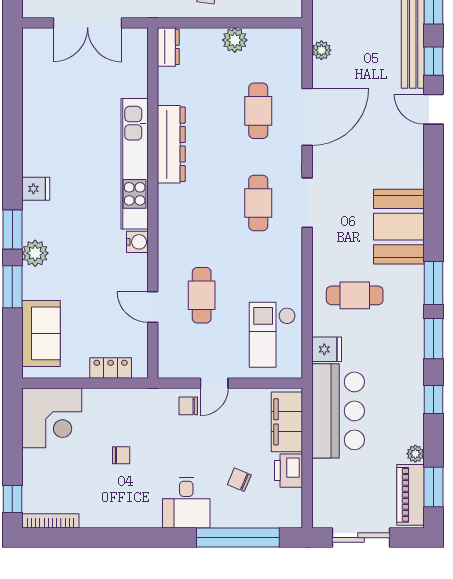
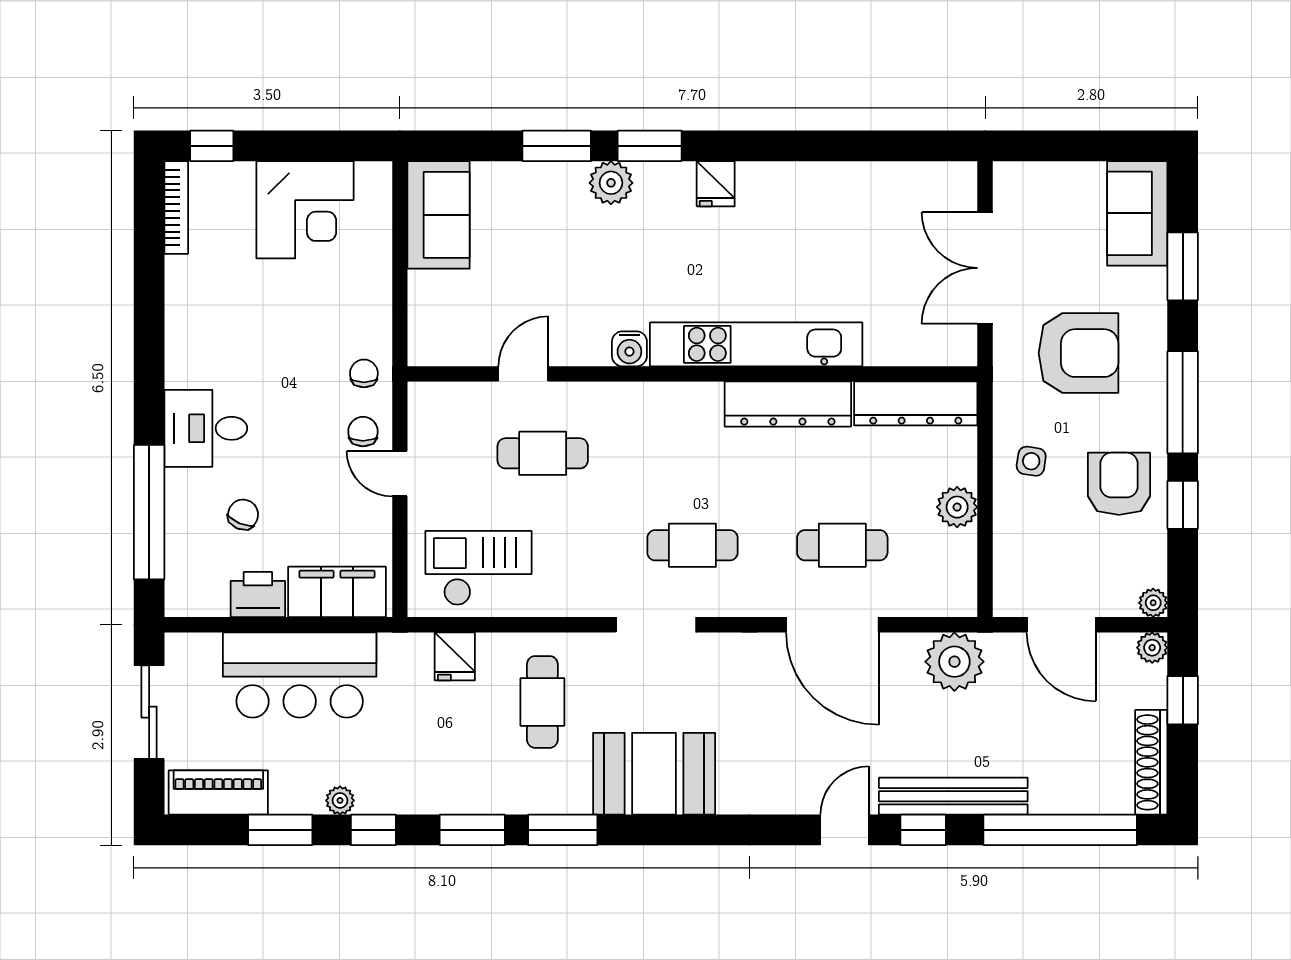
dresser: (168, 47) -> (916, 403), width x1.96, depth x1.24
plant: (321, 50) -> (954, 662), width x1.87, depth x1.87
doorway: (307, 203) -> (656, 625), moved
sofa: (41, 333) -> (439, 215), moved, turned -90
locker: (111, 368) -> (424, 305), removed
bar counter: (338, 411) -> (300, 675), moved
corner desk: (52, 418) -> (305, 210), moved, turned -90
plant: (415, 454) -> (340, 800), moved
chair: (121, 455) -> (364, 373), moved, turned 180
window: (433, 487) -> (280, 830), moved

